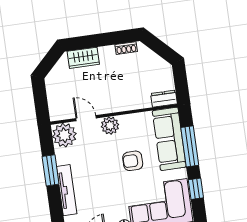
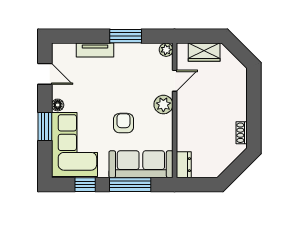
wardrobe: (83, 58) -> (204, 52), moved, turned -90
plant: (64, 135) -> (166, 50), width x0.53, depth x0.53
tv unit: (67, 190) -> (95, 50), width x0.71

